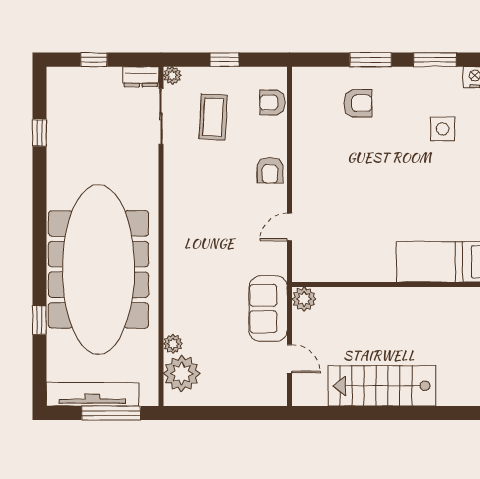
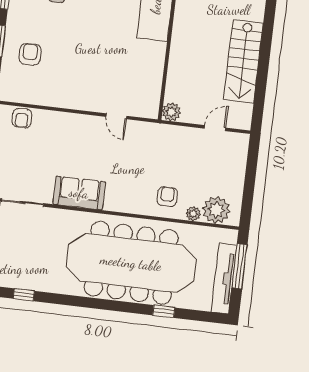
coffee table: (213, 117) -> (27, 164), removed
armchair: (270, 170) -> (167, 197), moved, turned -90
sofa: (268, 309) -> (79, 193), moved, turned 180

